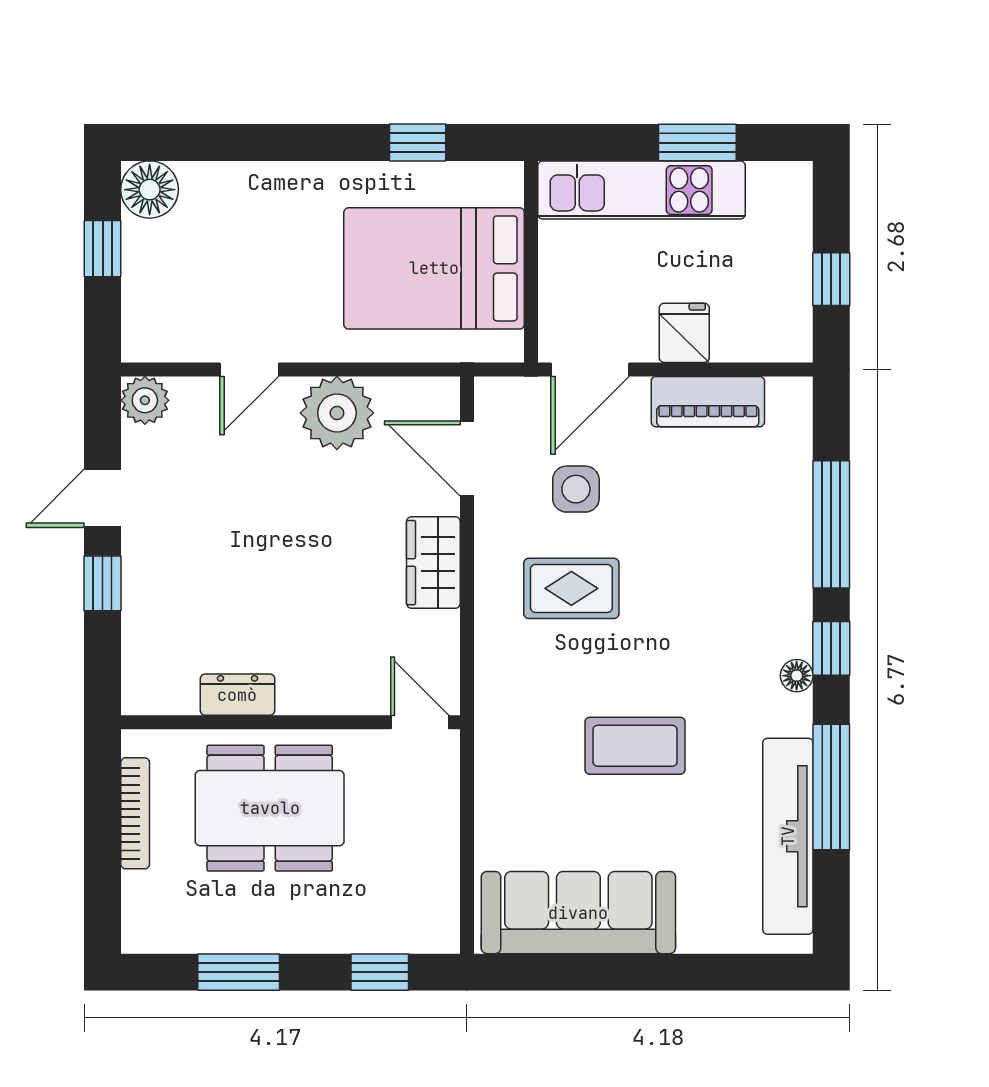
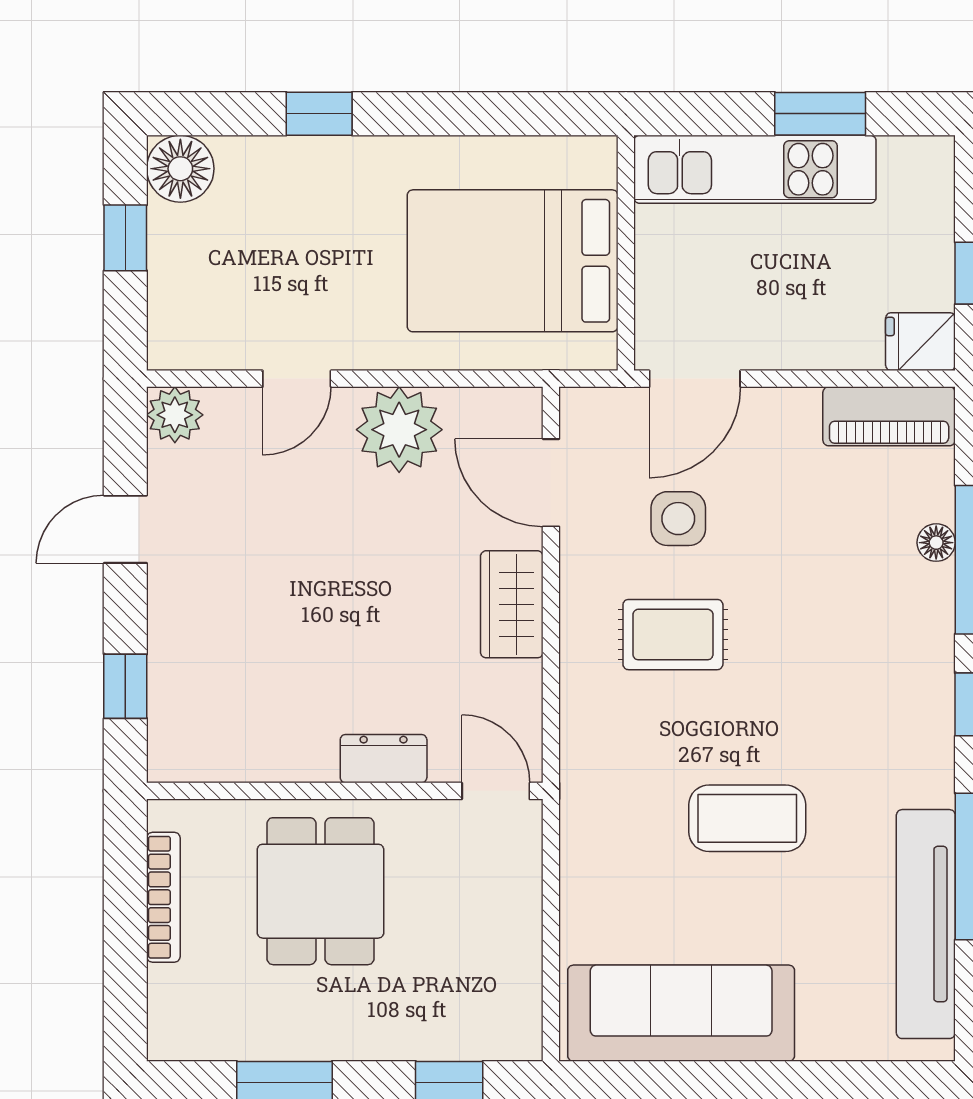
window: (418, 143) -> (319, 114), moved
fridge: (684, 333) -> (920, 342), moved, turned -90
piano: (708, 402) -> (889, 416), moved
window: (103, 583) -> (125, 686), moved
floor lamp: (797, 676) -> (936, 543), moved
dresser: (237, 695) -> (384, 759), moved
dining table: (270, 808) -> (321, 891), width x0.73

